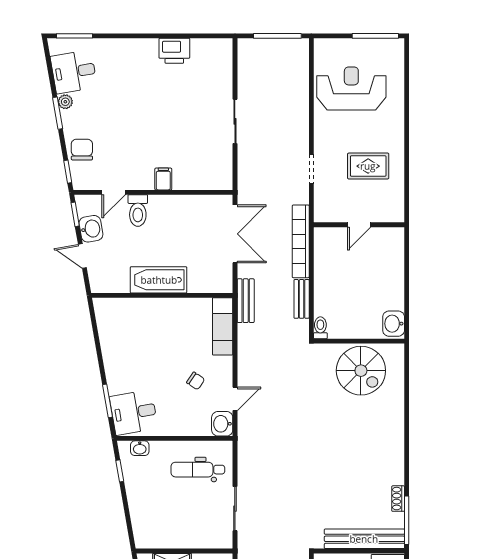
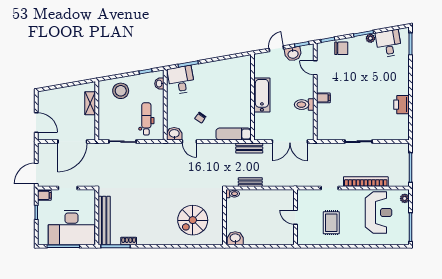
plant: (328, 46) -> (405, 198), added
toilet: (138, 211) -> (304, 105), moved
bookcase: (301, 241) -> (366, 182), moved
spiral stairs: (361, 371) -> (193, 220), moved
stool: (152, 512) -> (121, 91), added

